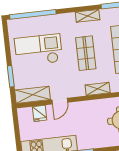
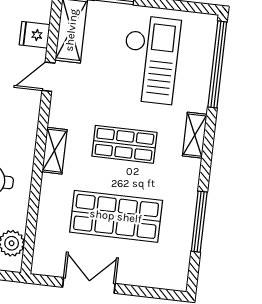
shelving: (88, 16) -> (195, 135), moved
door: (60, 101) -> (48, 77), hinge flipped

